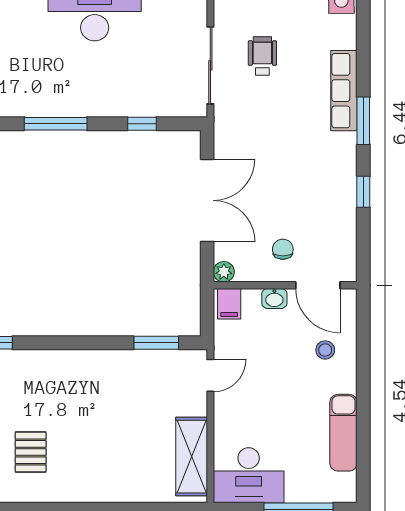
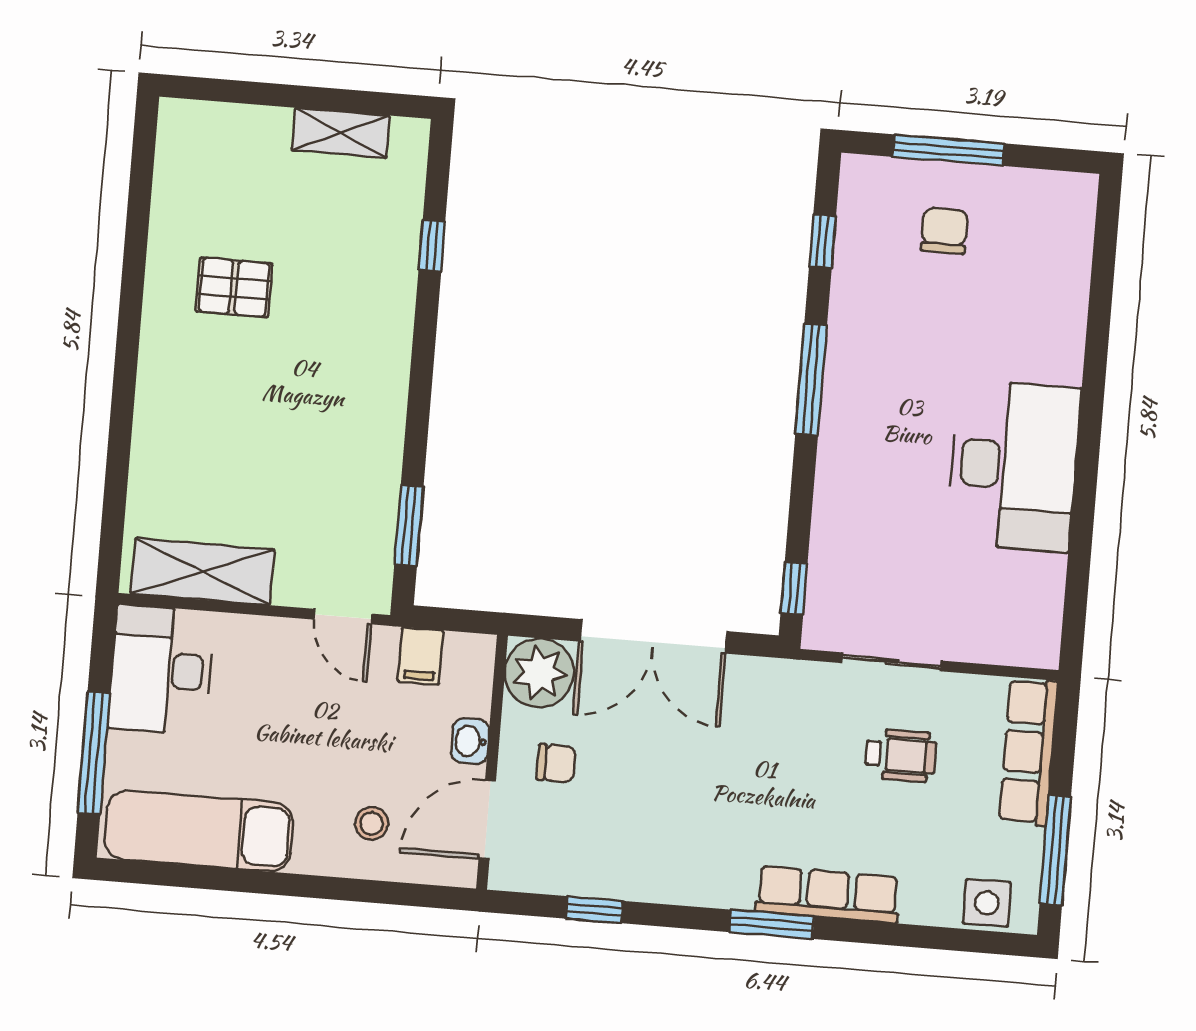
sliding door: (210, 65) -> (892, 662), width x0.73
window: (142, 124) -> (794, 588), moved
window: (363, 192) -> (594, 910), moved
plant: (224, 272) -> (539, 673), width x1.87, depth x1.87
filing cabinet: (229, 304) -> (421, 656), moved, turned -90
exam couch: (343, 433) -> (199, 831), width x1.36, depth x1.45

